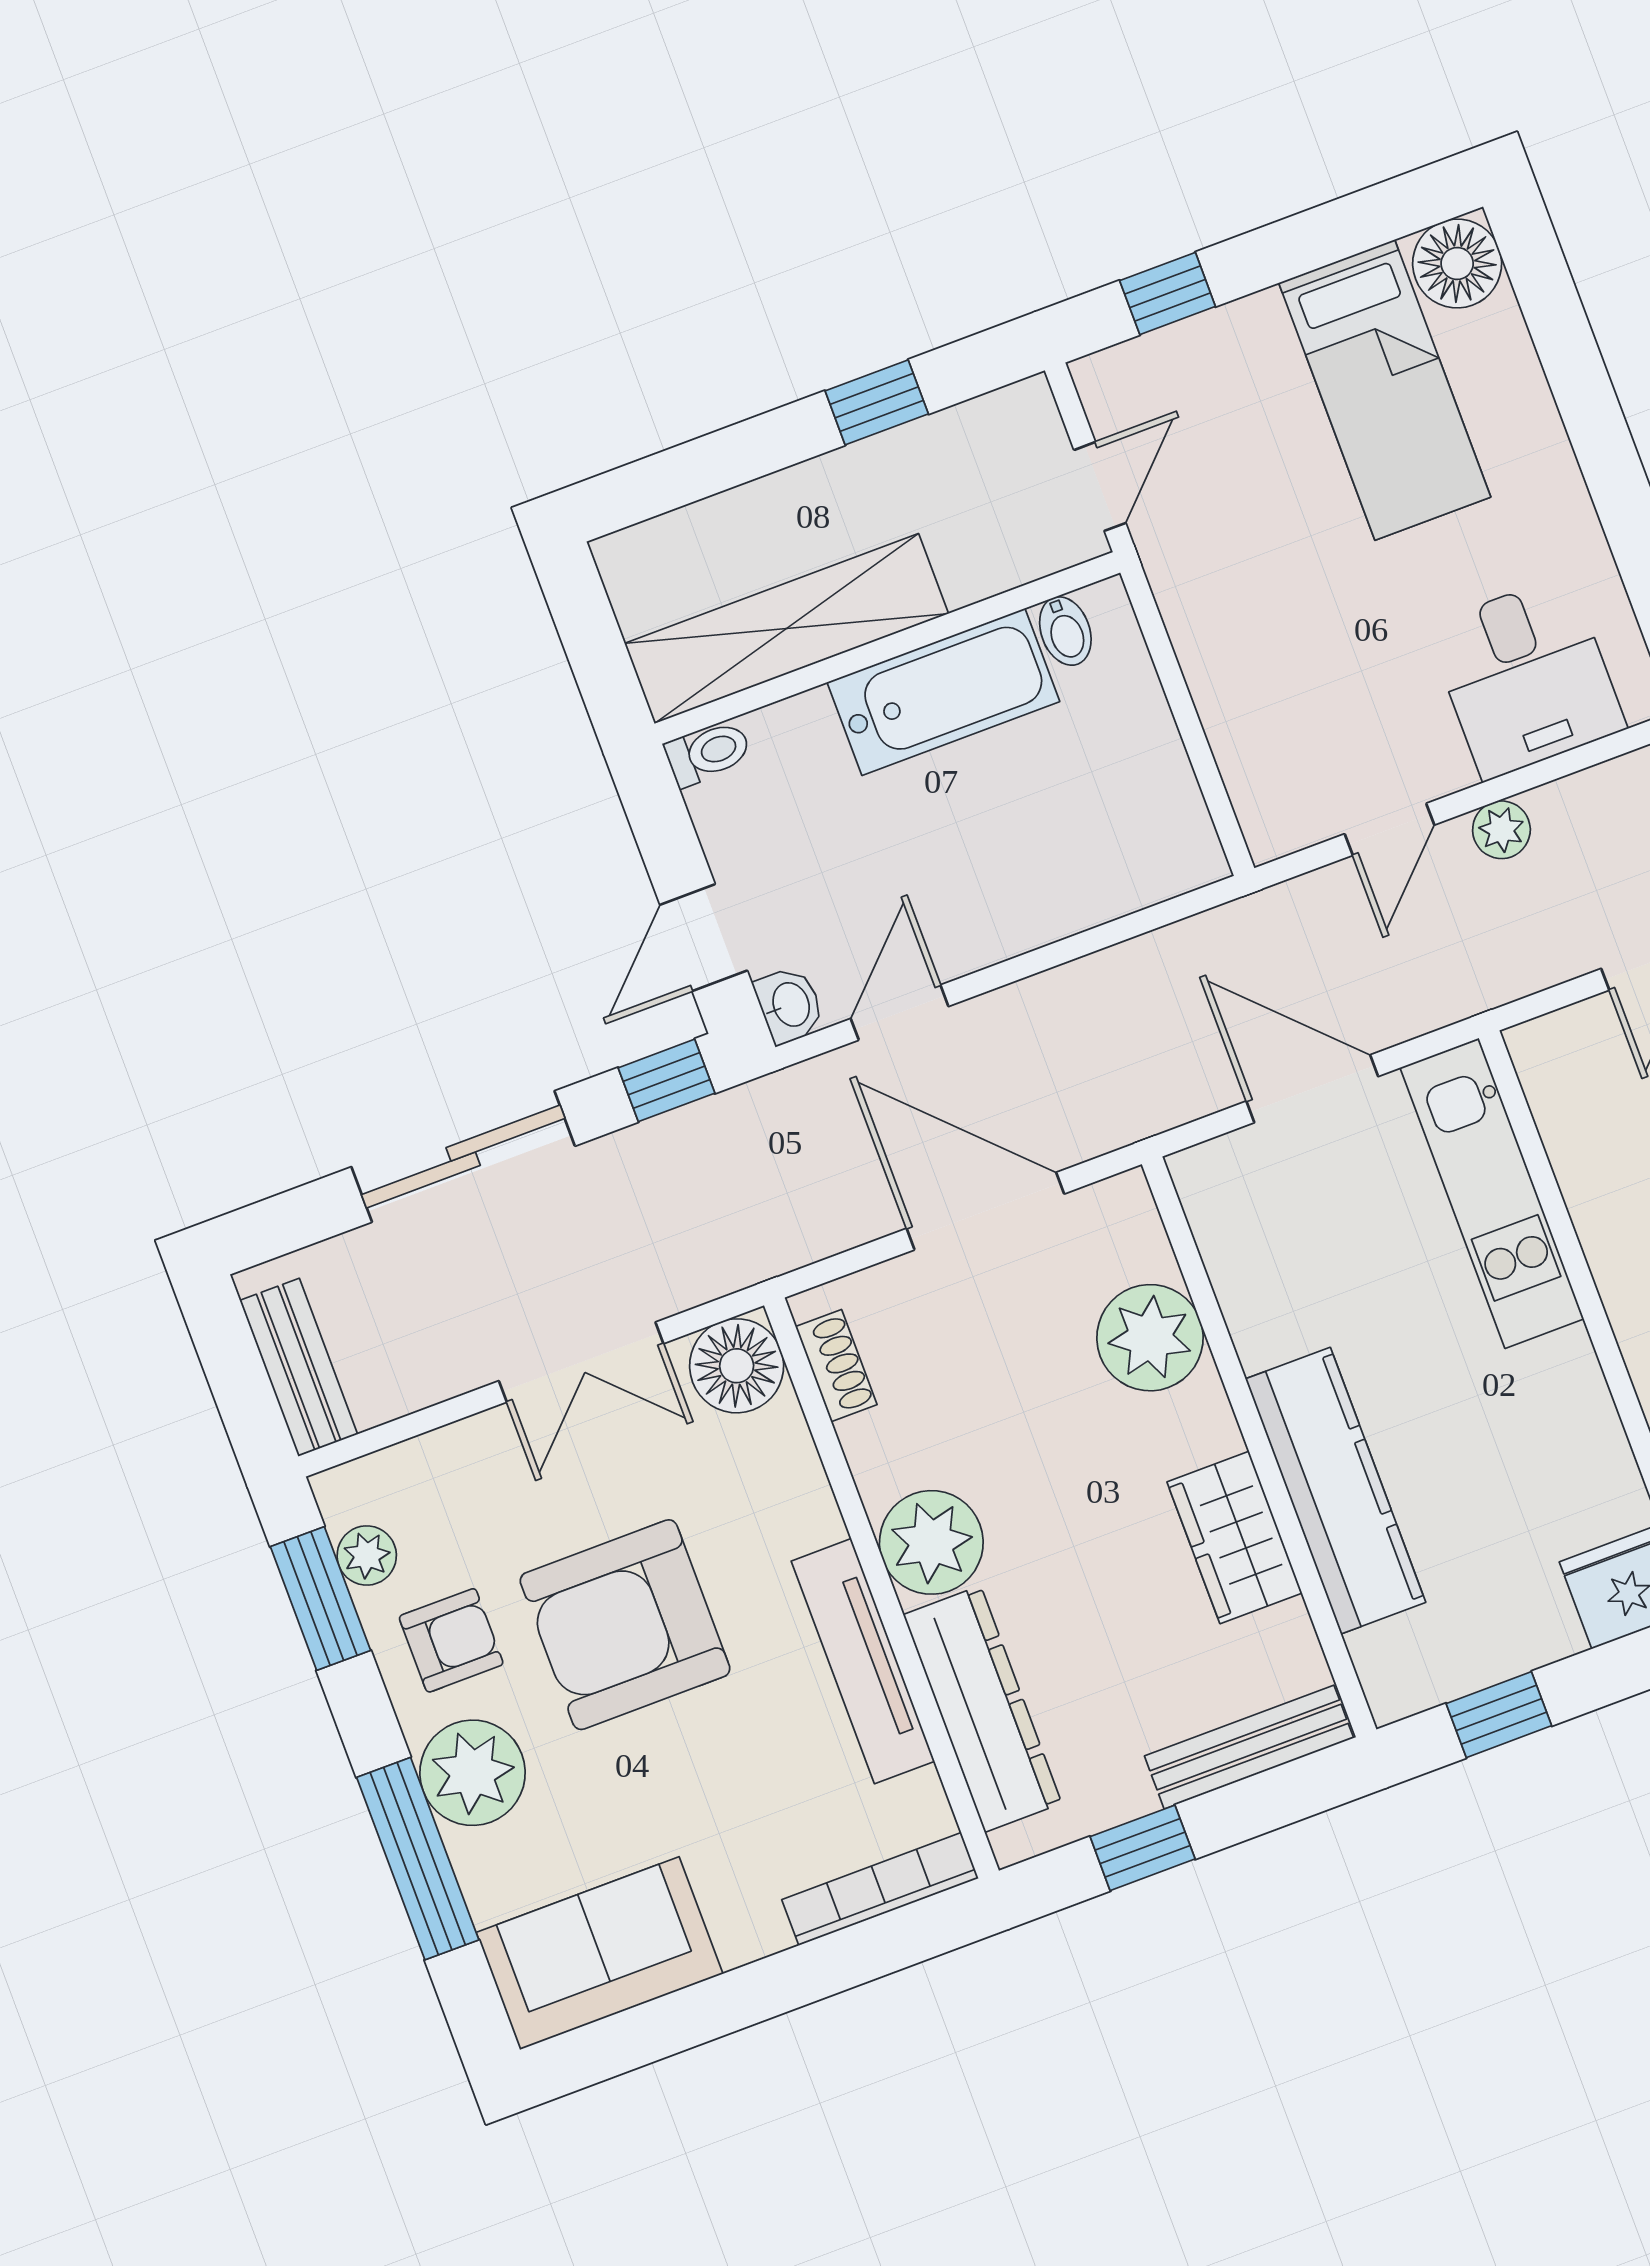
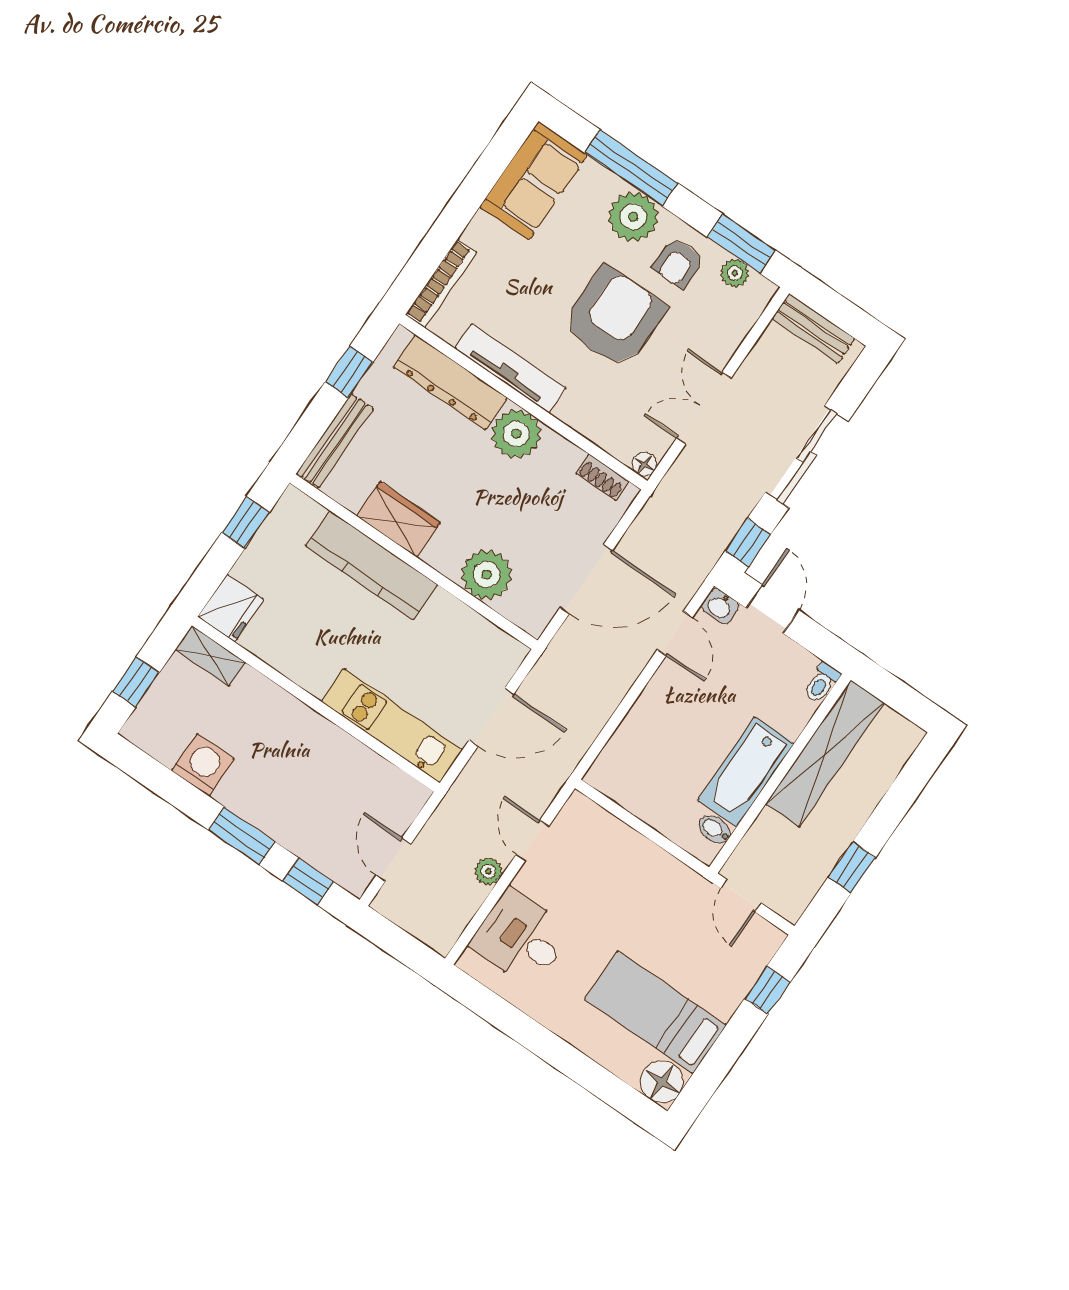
floor lamp: (737, 1366) -> (644, 464), width x0.53, depth x0.53

